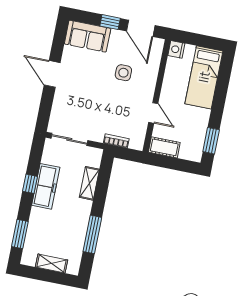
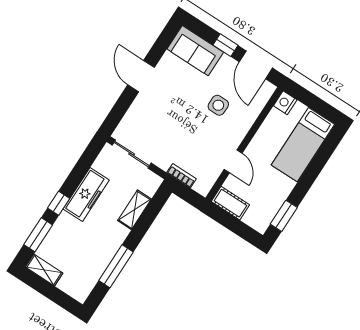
window: (30, 184) -> (59, 203), moved
shelving: (51, 263) -> (44, 270), moved

